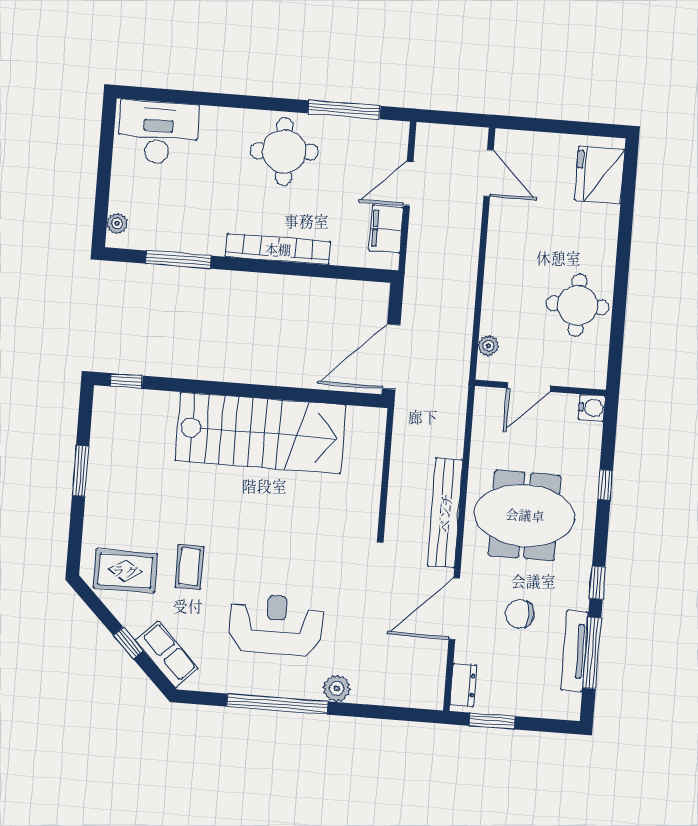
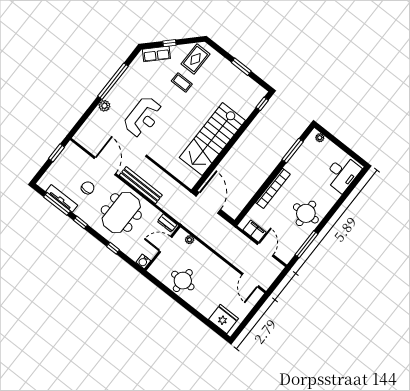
door: (489, 173) -> (250, 280), hinge flipped
door: (529, 387) -> (165, 244), hinge flipped
reception desk: (276, 625) -> (143, 117), moved
dresser: (463, 685) -> (167, 223), moved

